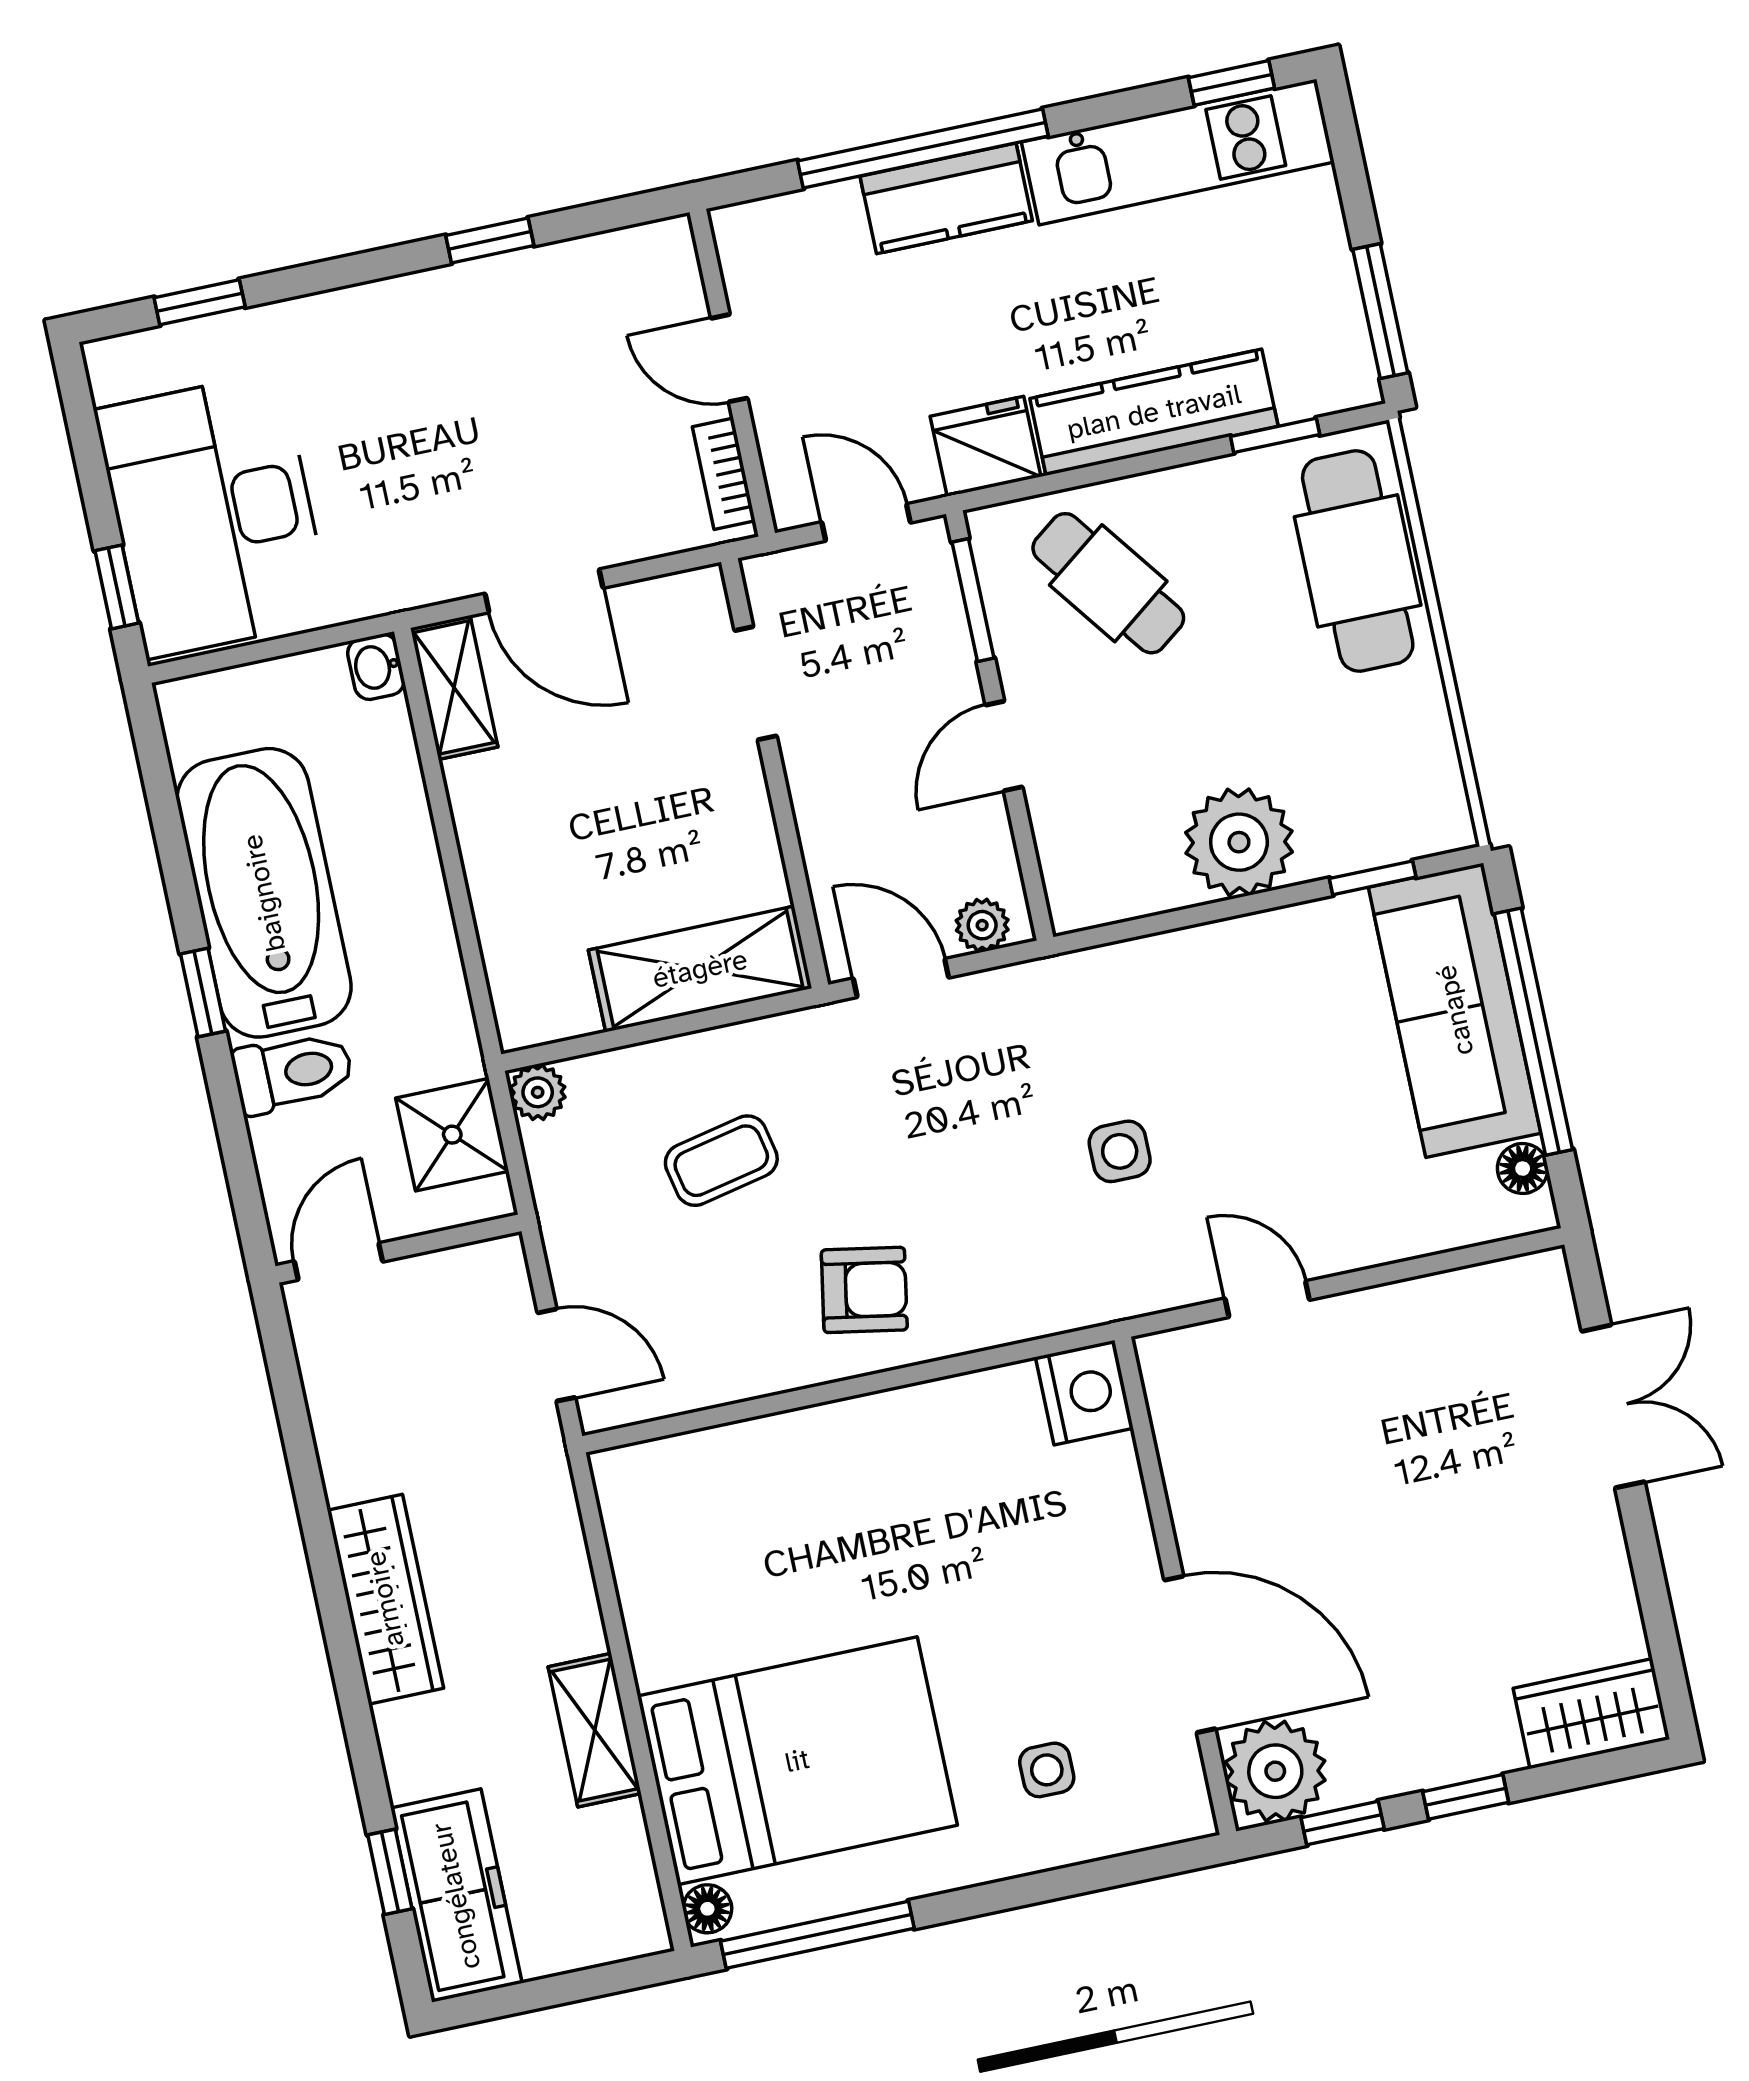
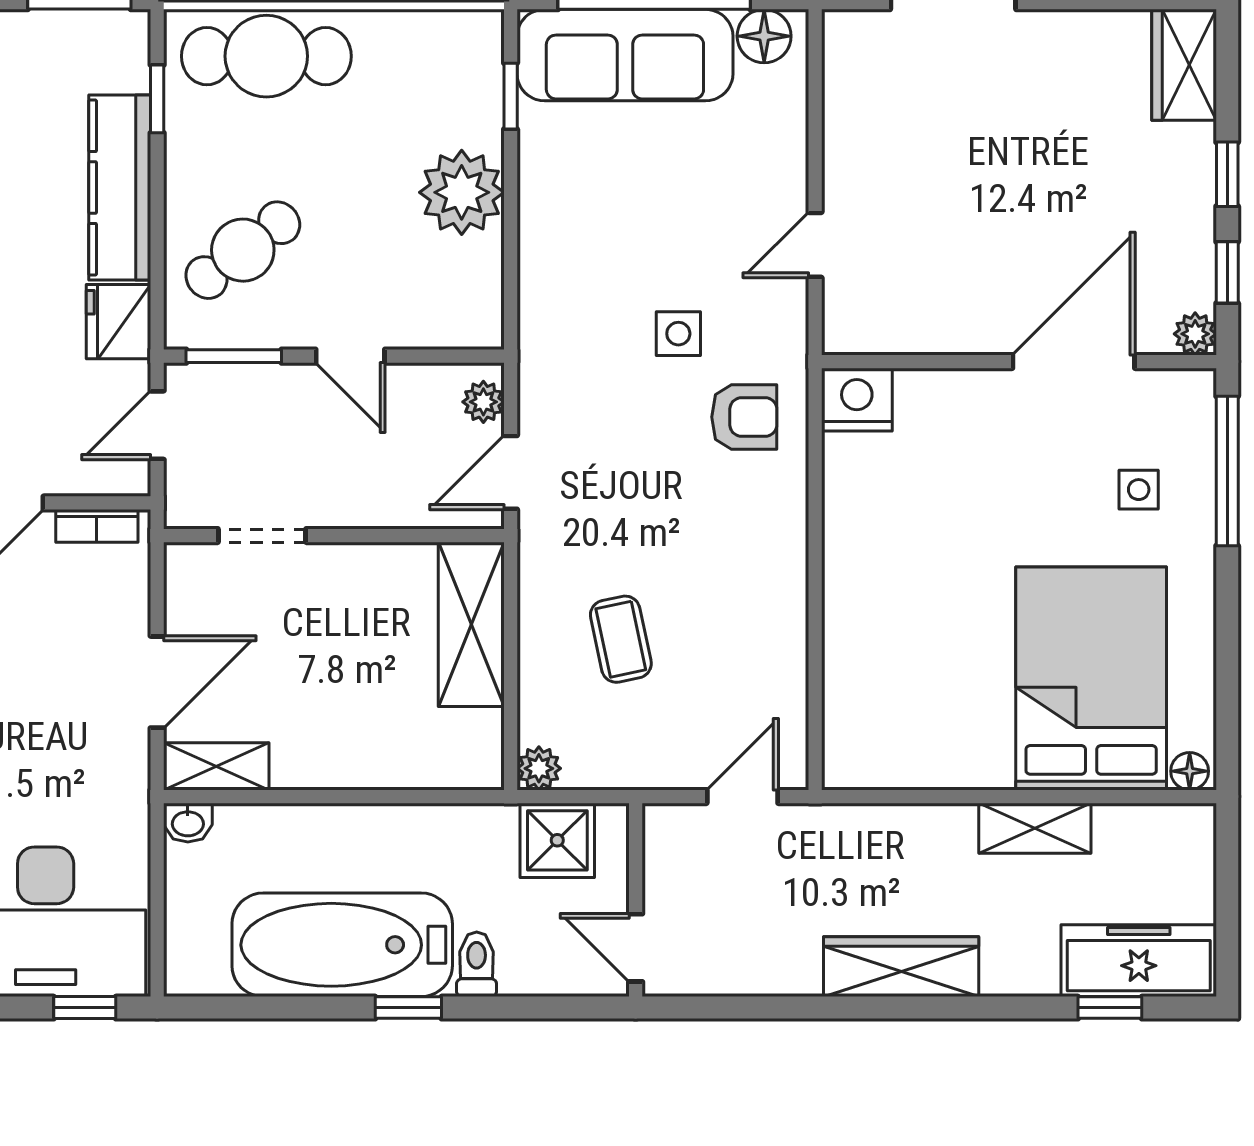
toilet: (293, 1072) -> (477, 964), width x0.73, depth x0.72
floor lamp: (1523, 1169) -> (764, 36), width x1.37, depth x1.37
armchair: (864, 1290) -> (744, 417), moved, turned 80
plant: (1275, 1771) -> (1195, 334), width x0.53, depth x0.53
window: (817, 1935) -> (1227, 471), moved

